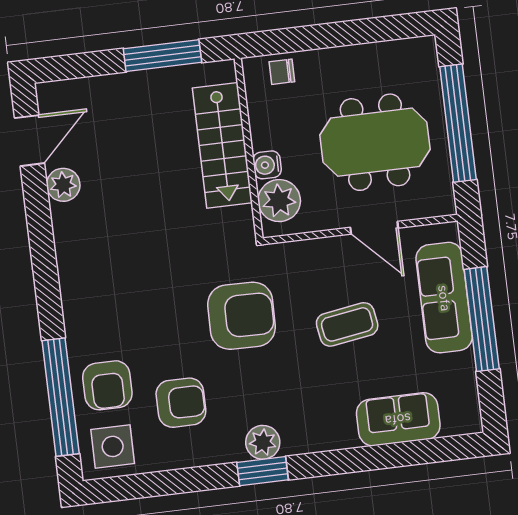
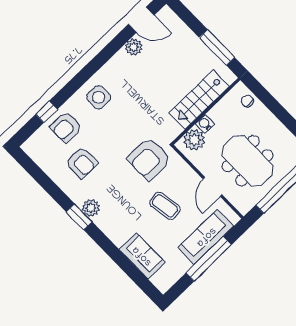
armchair: (242, 316) -> (149, 159), moved, turned 89
window: (61, 397) -> (47, 112), width x0.32
side table: (113, 446) -> (99, 97), moved

